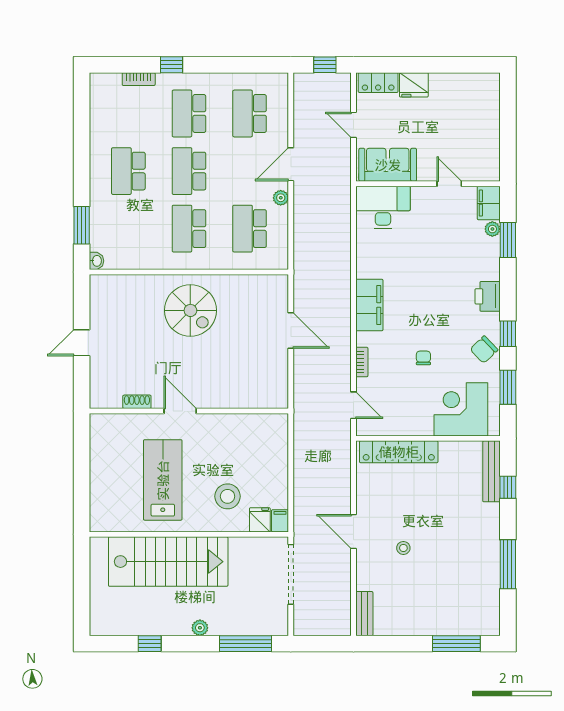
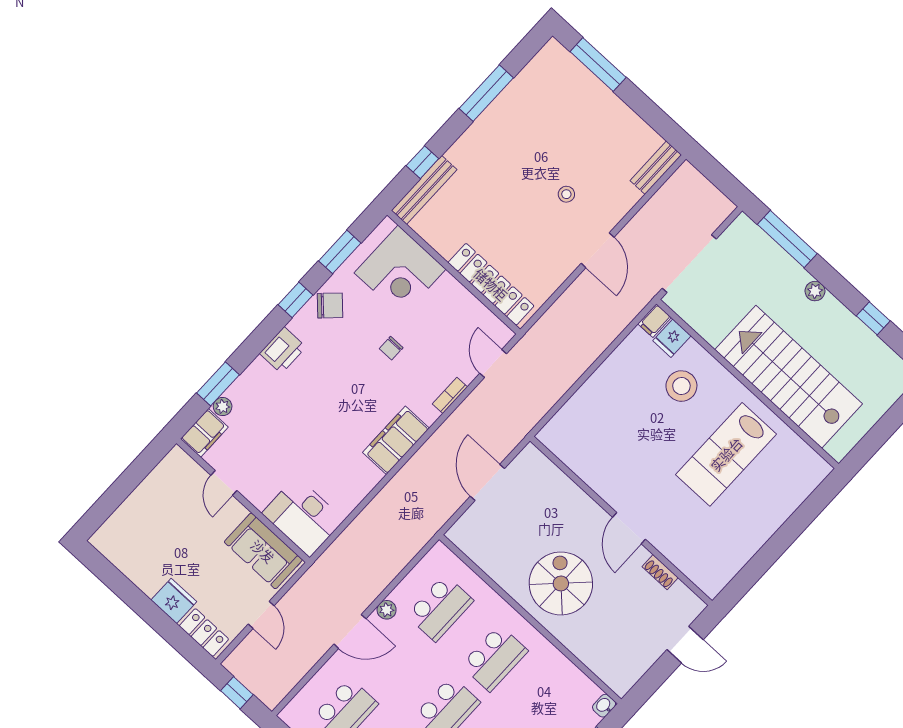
shoe rack: (137, 402) -> (660, 572), moved
door: (180, 411) -> (629, 528), moved
wall: (189, 411) -> (621, 521), moved

